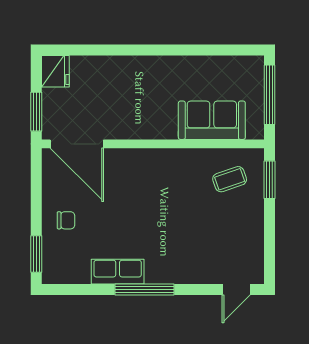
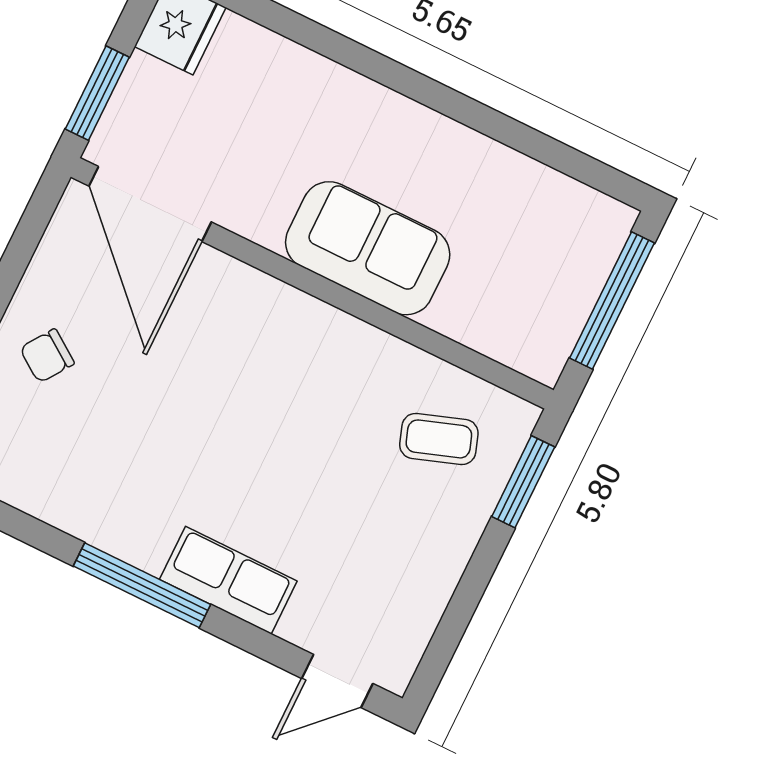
sofa: (212, 120) -> (368, 248), moved
chair: (66, 220) -> (47, 356), turned 125
row of seats: (118, 272) -> (228, 580), moved

